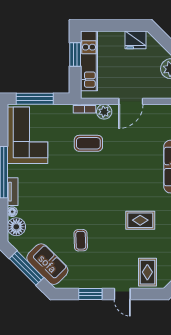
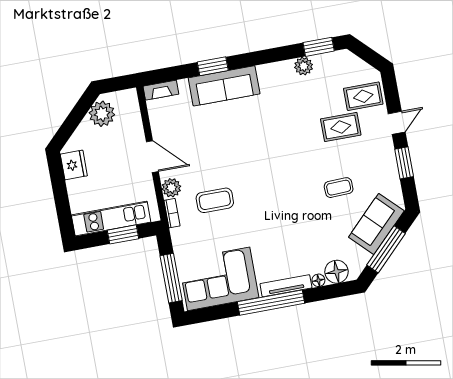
window: (75, 55) -> (123, 234), moved
coffee table: (88, 143) -> (215, 200), turned 90
tv unit: (13, 192) -> (286, 286), width x1.41
rug: (140, 220) -> (341, 127), moved, turned 90

